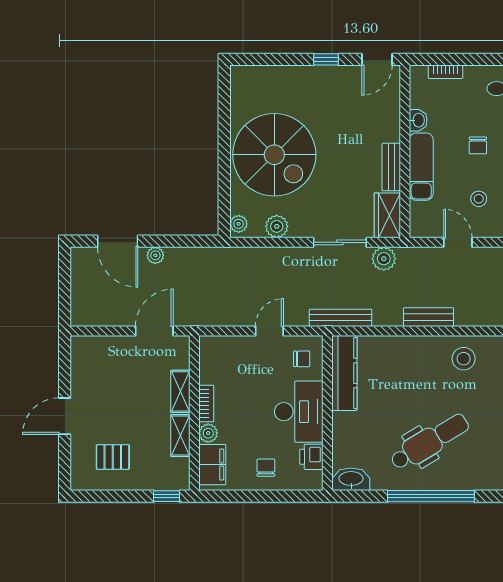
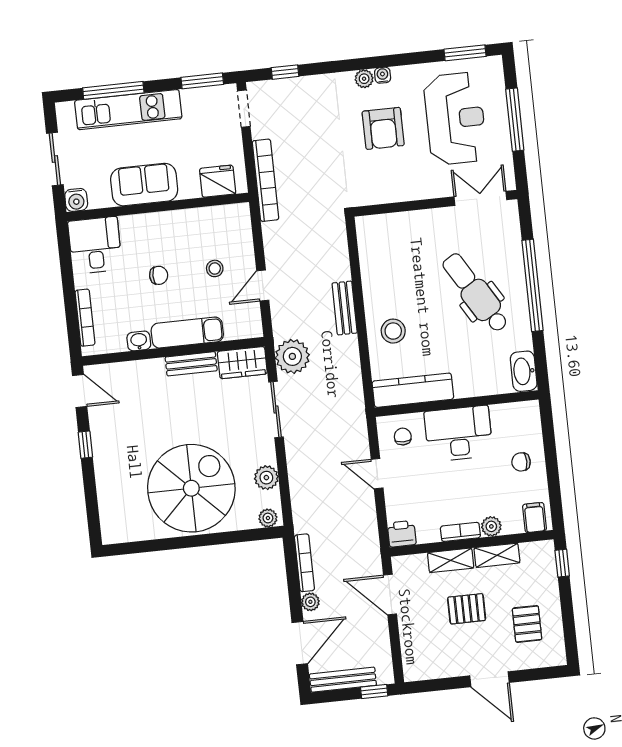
bookcase: (445, 72) -> (85, 318), width x1.56
bookcase: (193, 254) -> (304, 563), added
plant: (384, 259) -> (292, 356), width x1.36, depth x1.36
window: (65, 306) -> (374, 691), added
bench: (341, 318) -> (343, 680), moved, turned 90
stool: (464, 359) -> (393, 331), moved
pallet: (133, 402) -> (467, 609), added
printer: (311, 457) -> (402, 534), moved, turned 180
filing cabinet: (212, 465) -> (534, 518), width x0.50

